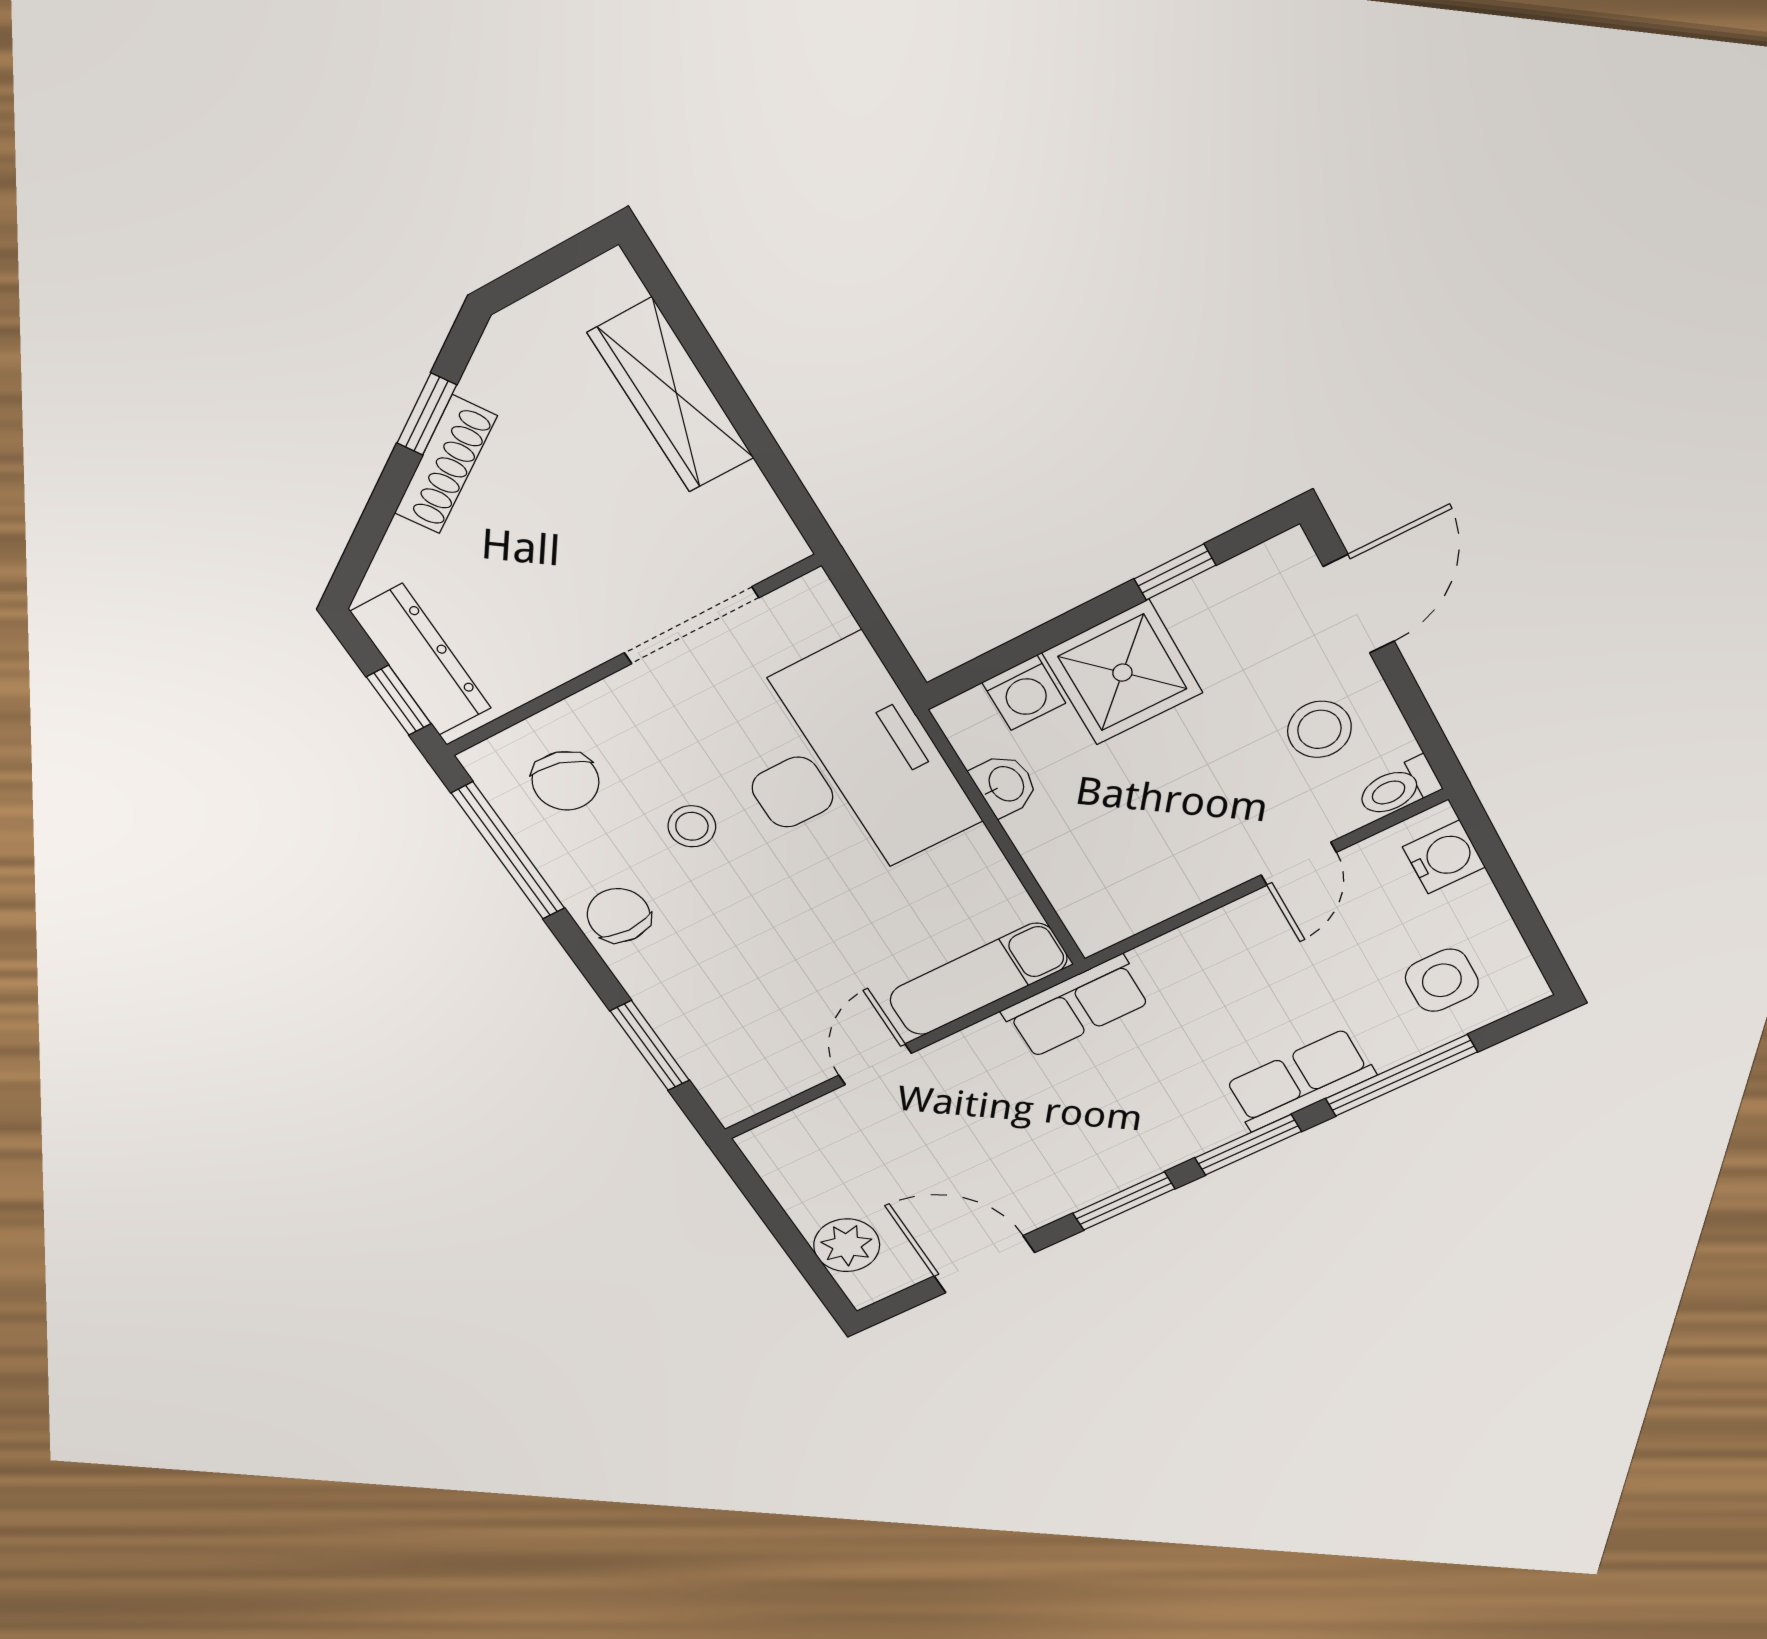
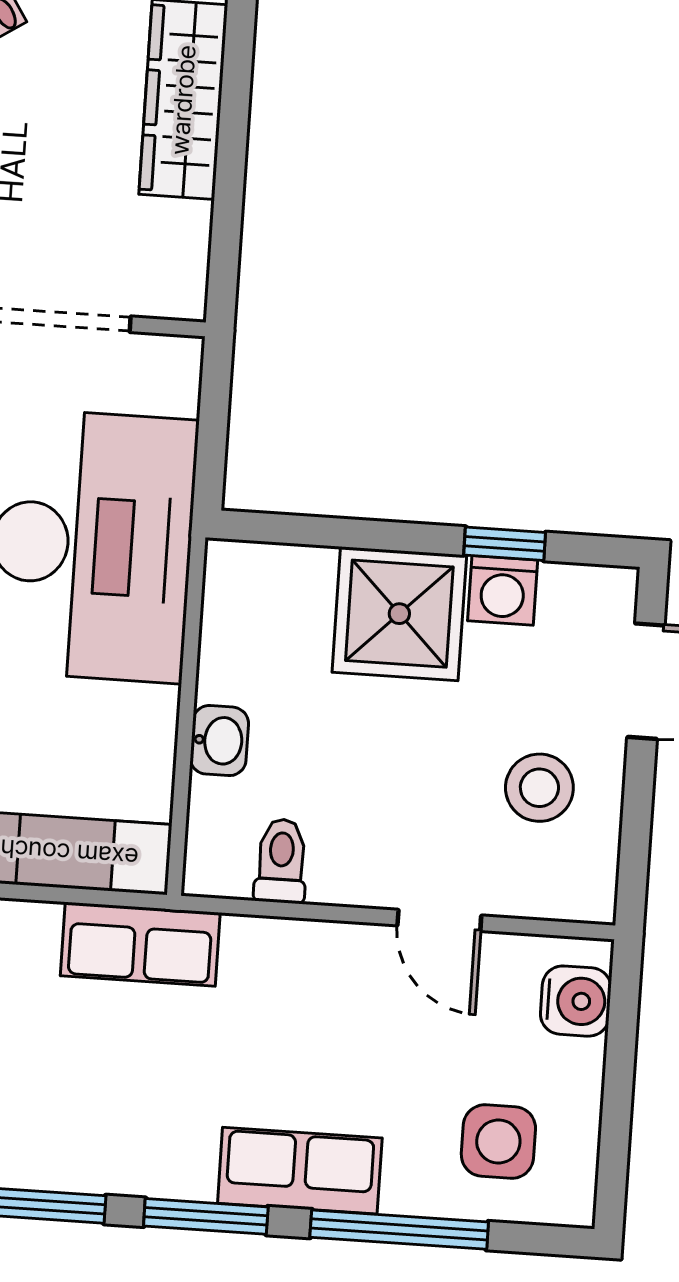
washing machine: (1024, 693) -> (503, 590), moved
washbasin: (1005, 784) -> (219, 741), moved
toilet: (1398, 788) -> (281, 861), moved, turned 90
door: (1299, 864) -> (439, 920), hinge flipped

